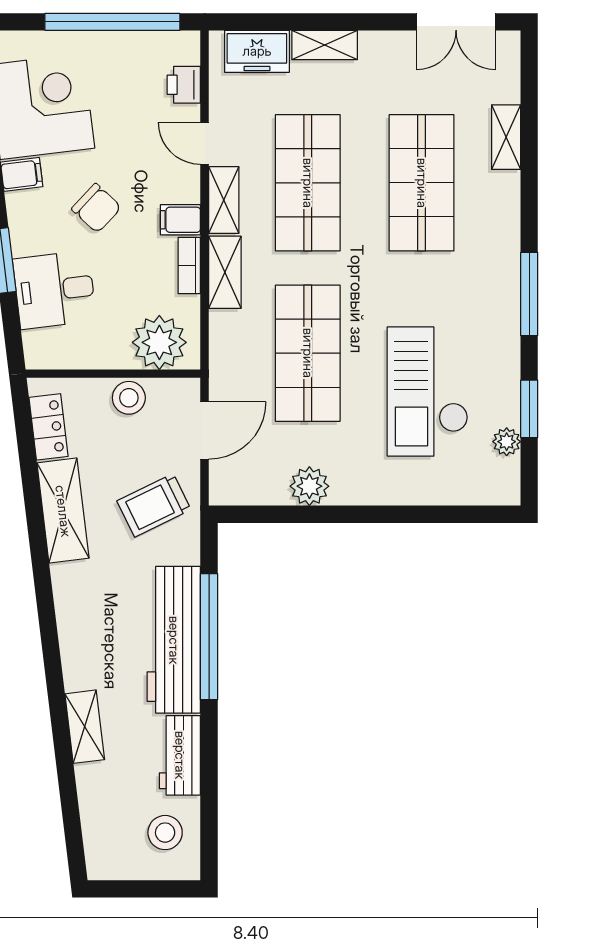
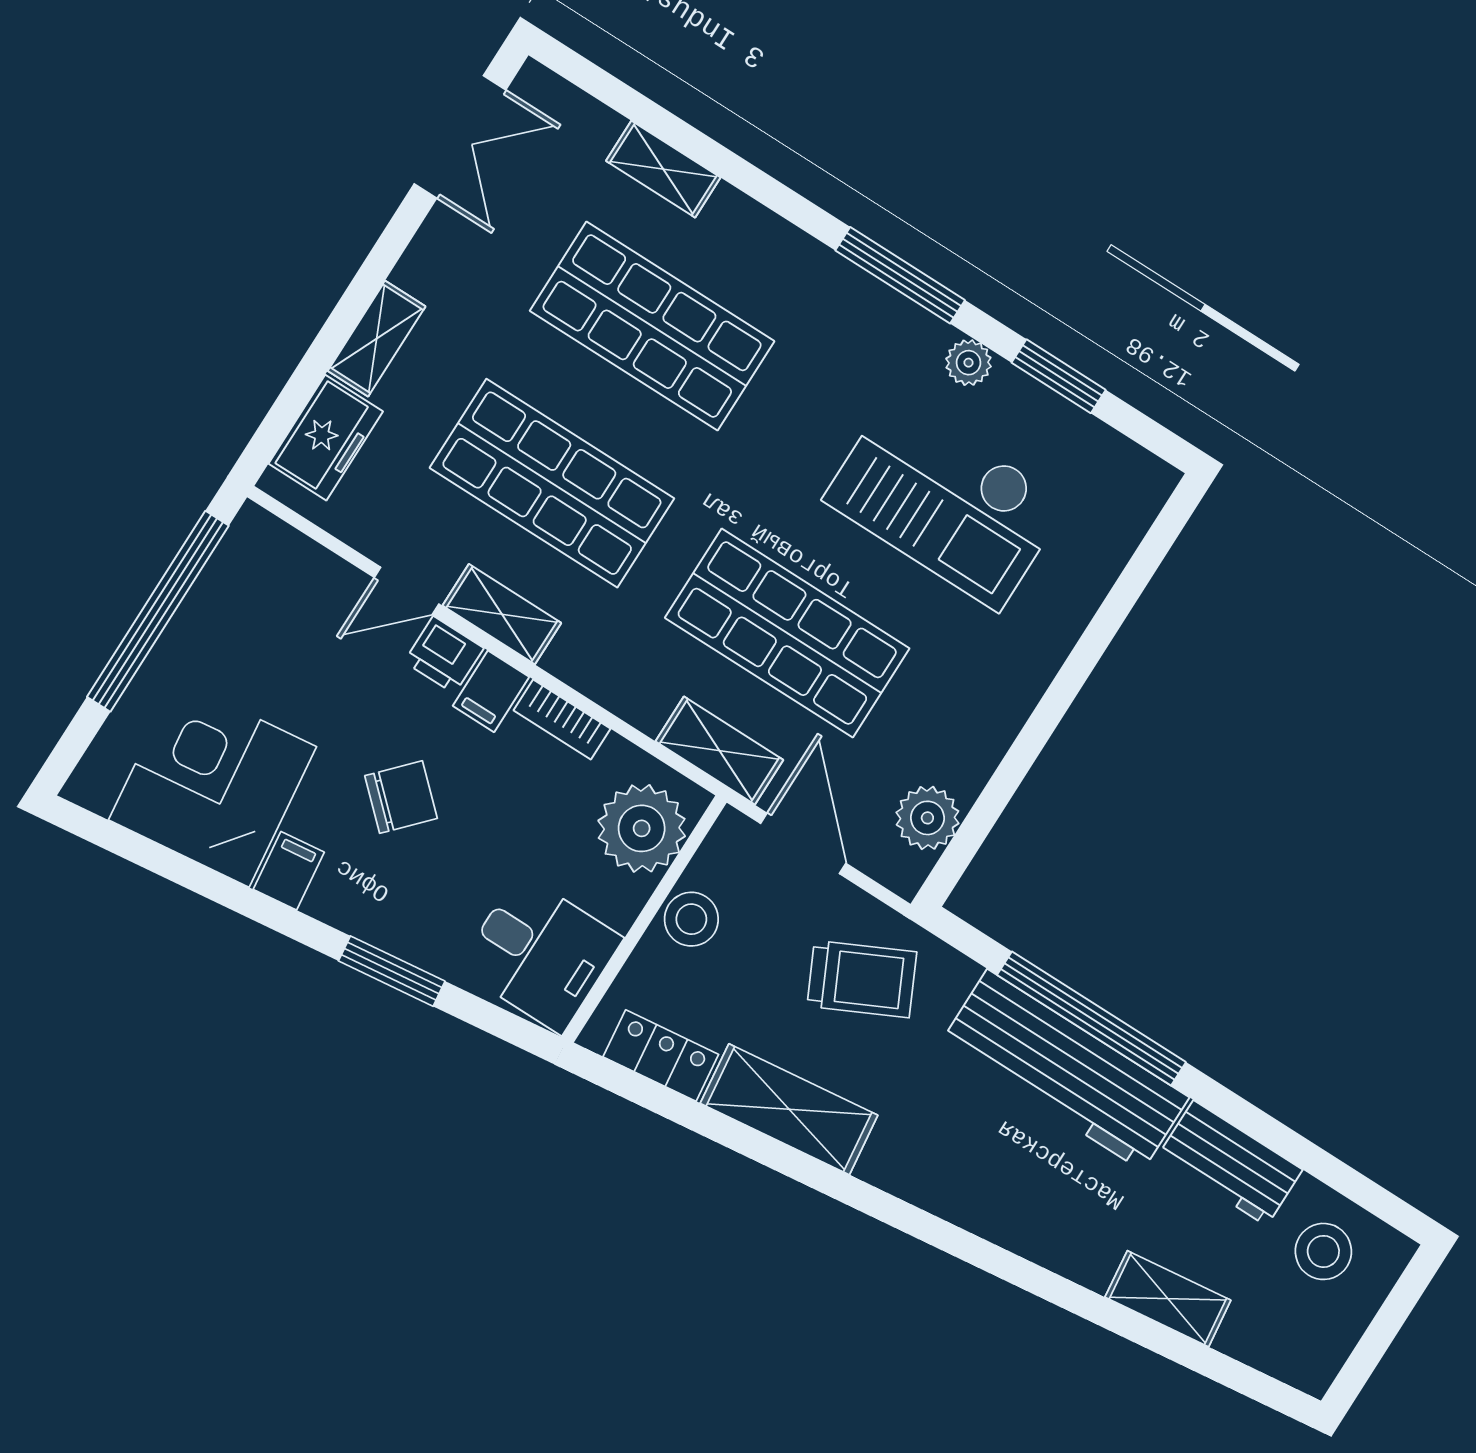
printer: (184, 85) -> (444, 655), moved
shelving: (225, 272) -> (719, 751), moved
desk: (55, 290) -> (540, 953), moved, turned -83
plant: (507, 442) -> (969, 363), moved
plant: (309, 486) -> (927, 818), moved
trolley: (154, 505) -> (862, 979), turned -90
shelving: (85, 727) -> (1168, 1299), moved

